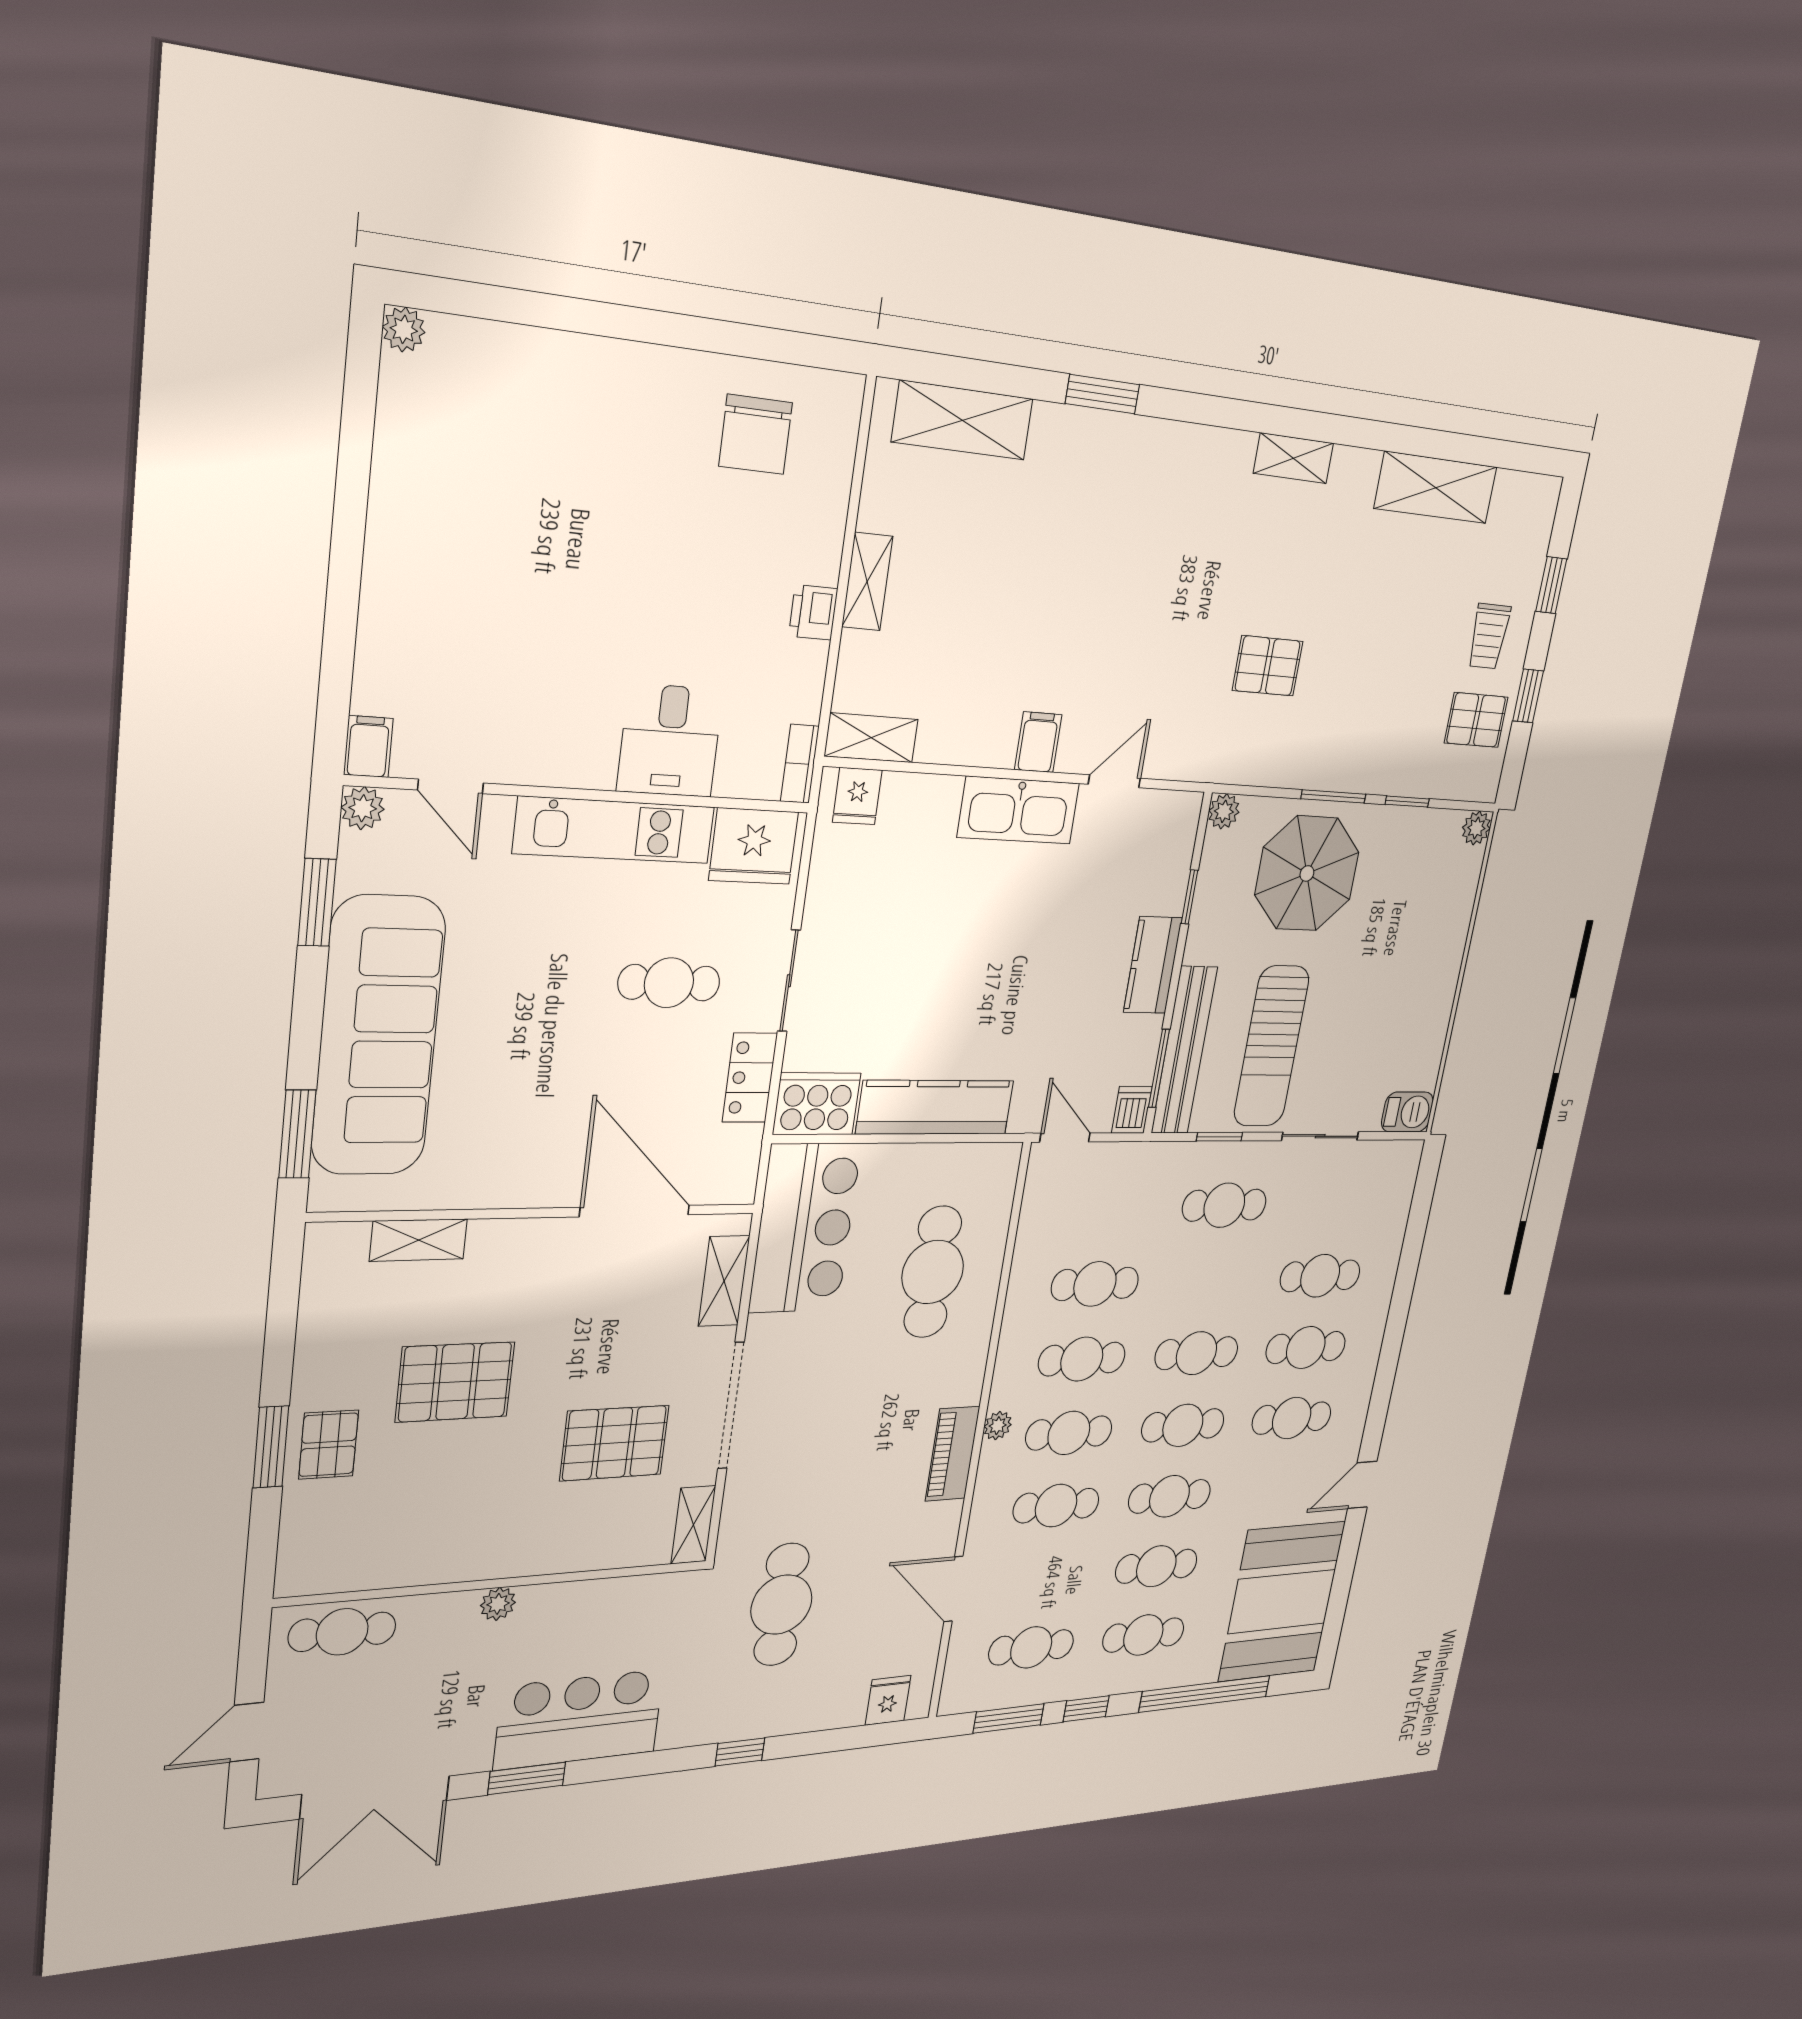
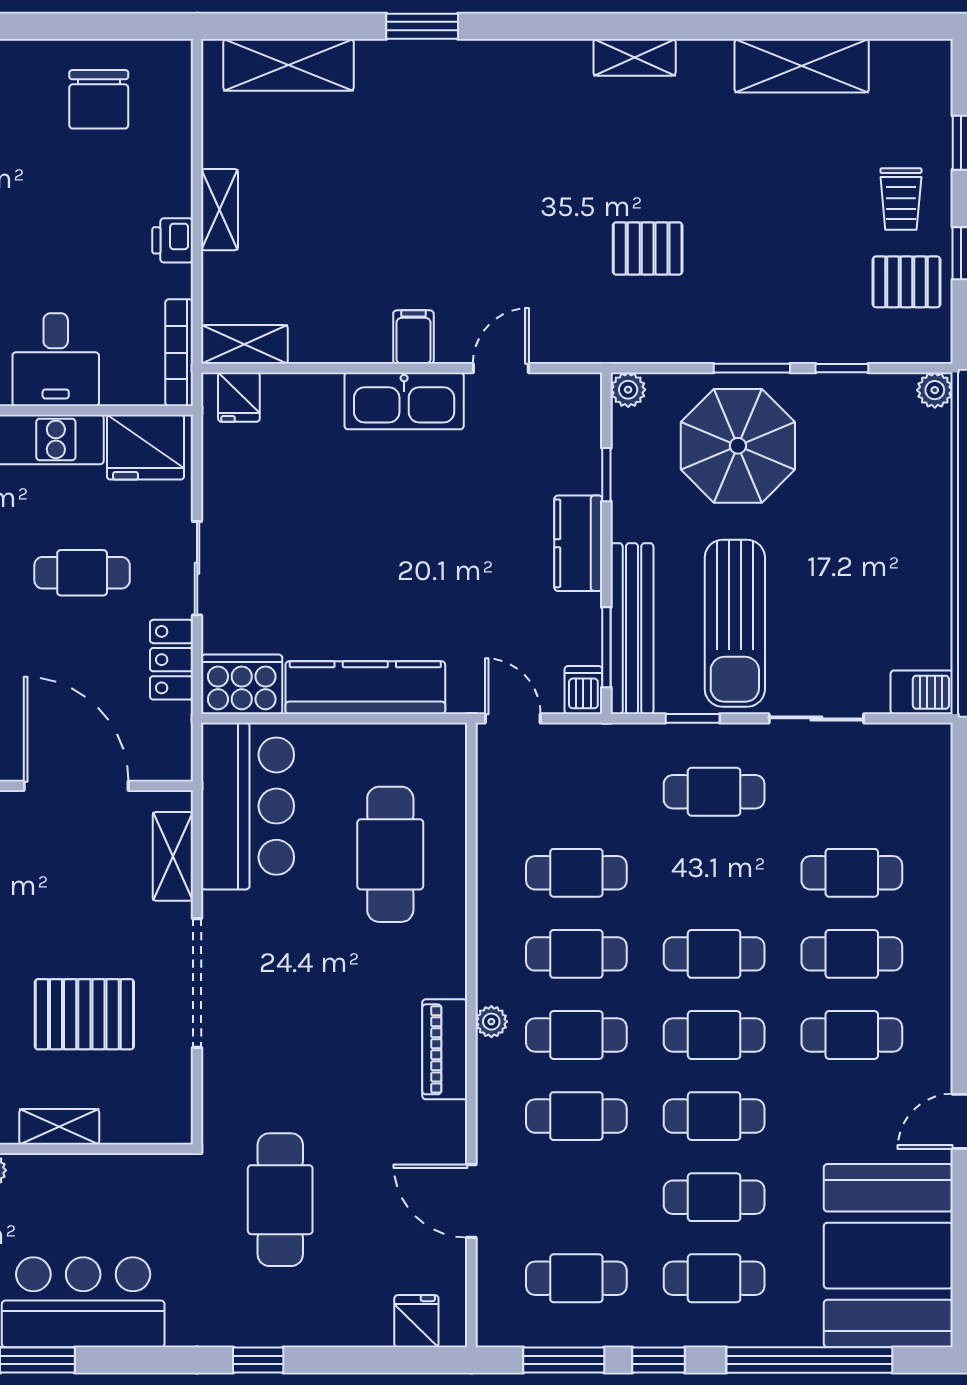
bookcase: (800, 764) -> (179, 353), width x1.56
shelving: (693, 1525) -> (59, 1127), moved, turned 90

